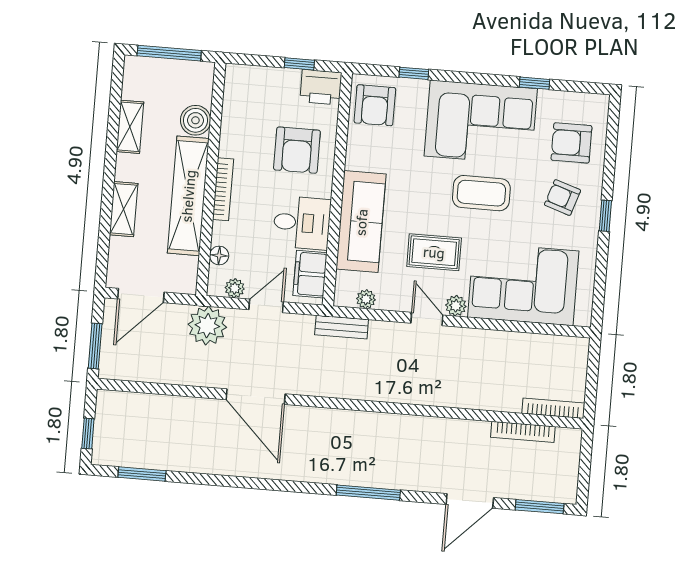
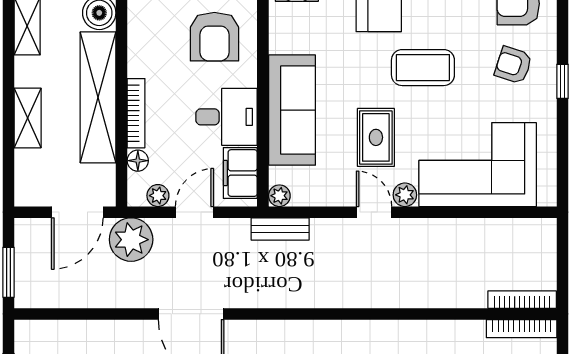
bookcase: (223, 189) -> (136, 113), moved
rug: (434, 252) -> (376, 137), turned 90
door: (141, 296) -> (77, 212), moved
plant: (366, 299) -> (279, 196), moved
bookcase: (523, 432) -> (522, 329), moved

